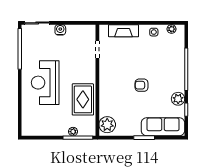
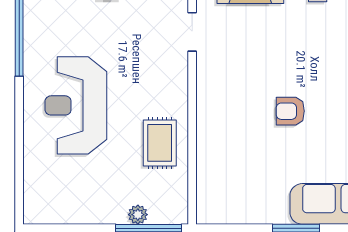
rug: (83, 99) -> (160, 143), width x0.73, depth x0.70
plant: (107, 125) -> (214, 199), removed

